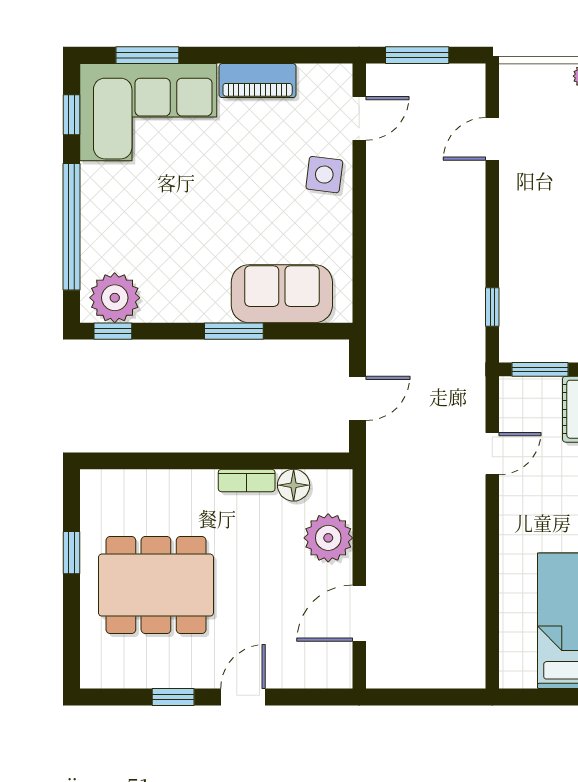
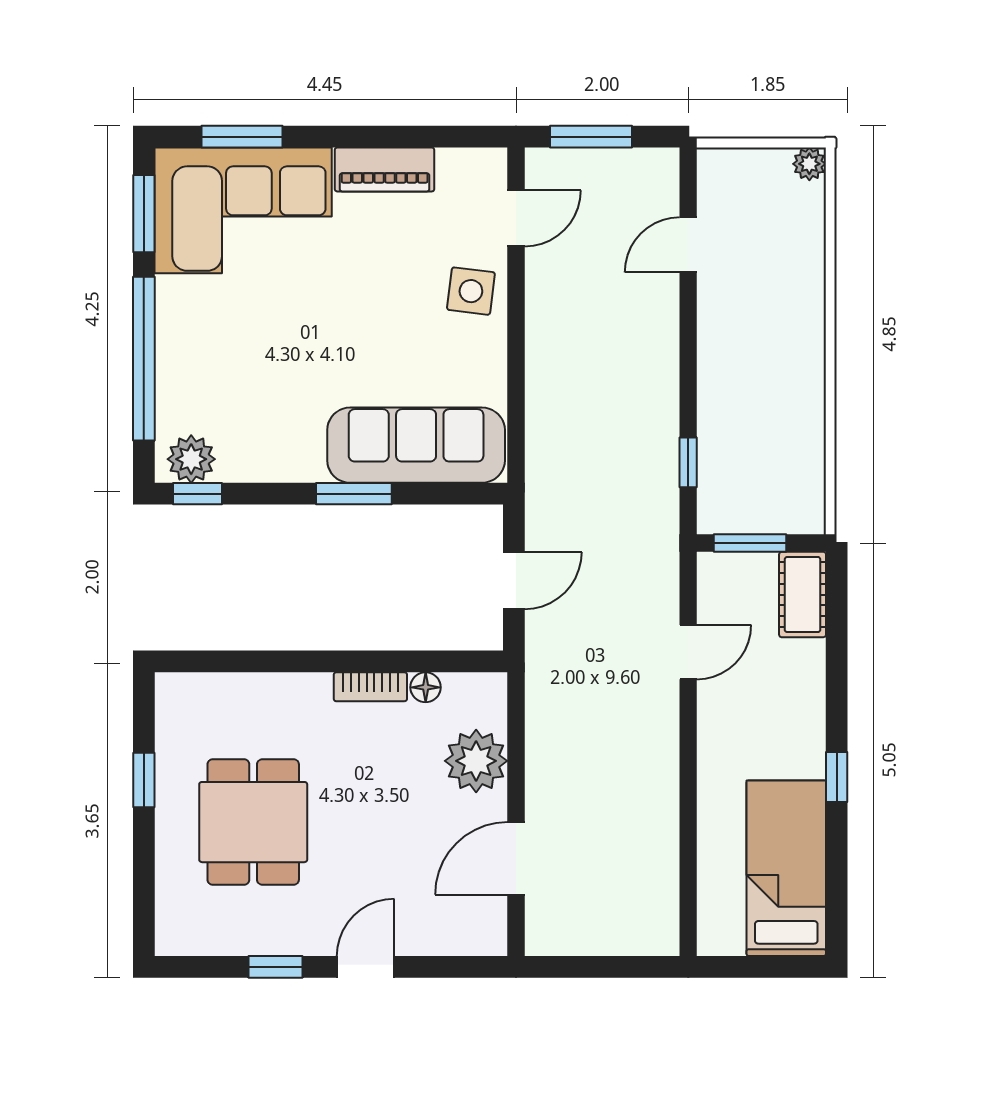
window: (72, 115) -> (144, 214), width x1.50
sofa: (282, 294) -> (416, 445), width x1.36
plant: (115, 298) -> (191, 459), width x0.73, depth x0.73
floor lamp: (294, 485) -> (426, 687), width x0.73, depth x0.73
dining table: (156, 585) -> (253, 822), width x0.73

